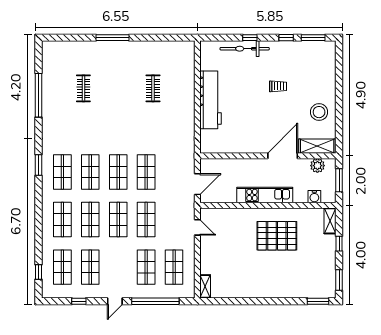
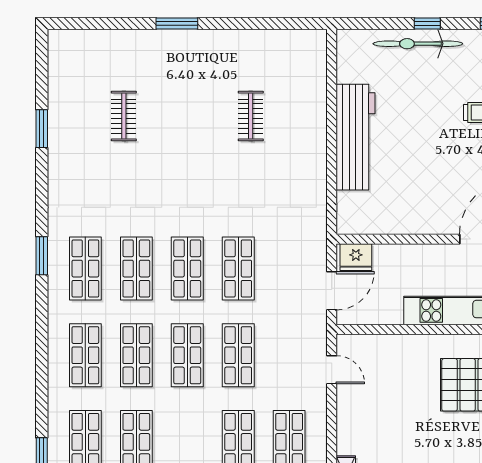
window: (113, 38) -> (177, 24), width x0.69
window: (38, 95) -> (42, 129), width x0.47
fridge: (211, 166) -> (356, 257), added

